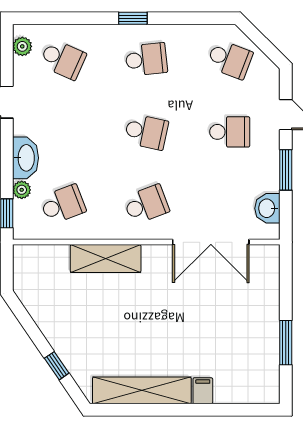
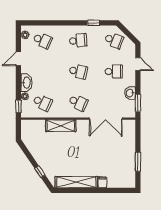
window: (133, 18) -> (94, 23), moved
window: (286, 170) -> (138, 103), moved
school desk: (63, 204) -> (42, 103), turned 45
school desk: (146, 204) -> (78, 103), turned 45
washbasin: (267, 208) -> (130, 93), moved

